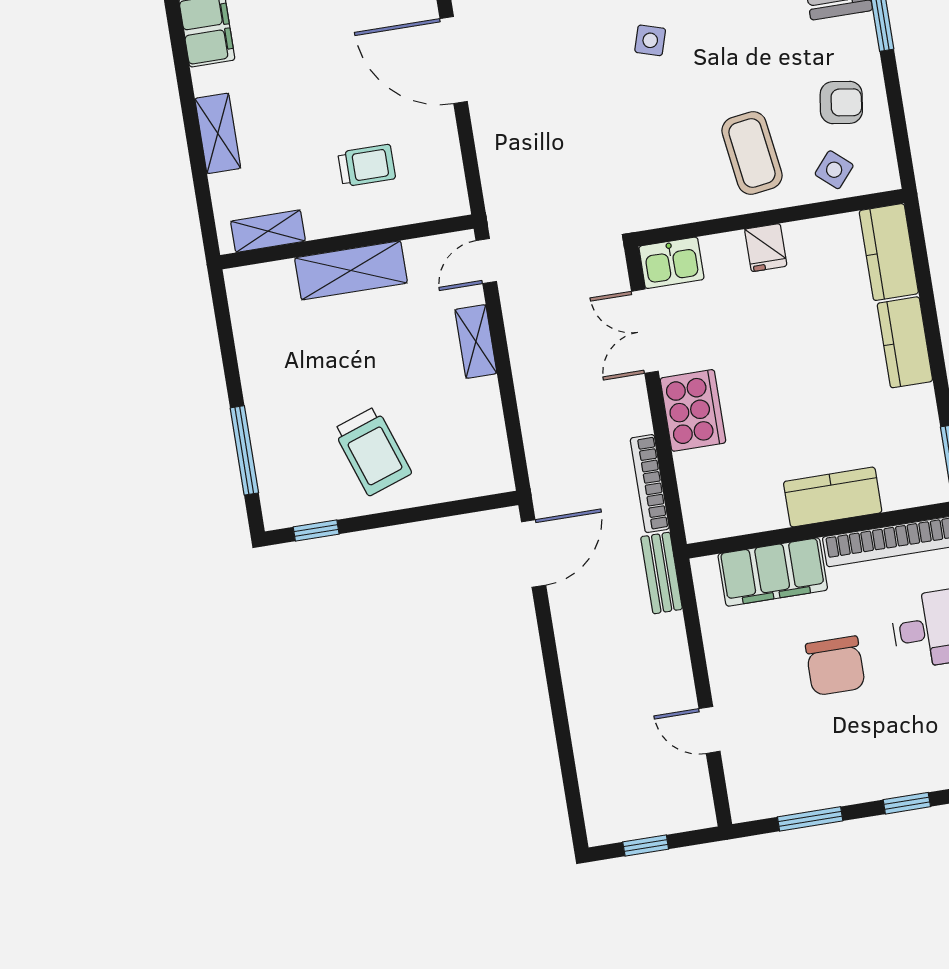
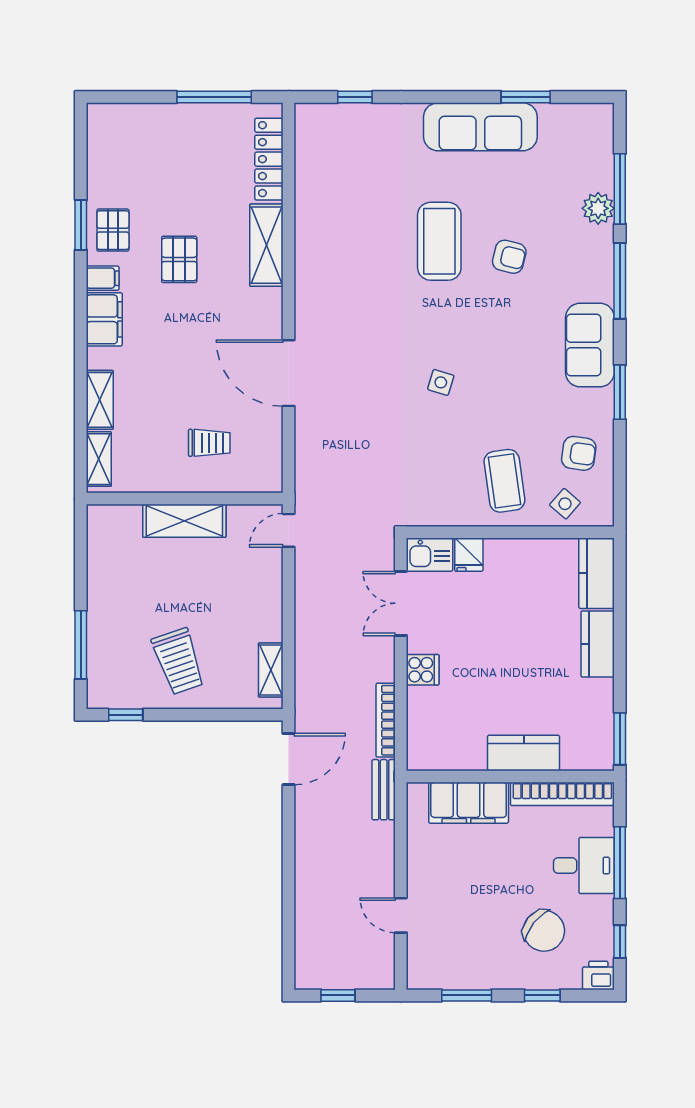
shelving: (268, 231) -> (99, 459), moved, turned 90
fridge: (766, 248) -> (469, 555), moved
shelving: (476, 341) -> (271, 670), moved
cooker: (693, 410) -> (423, 670), width x0.53, depth x0.76
chair: (835, 666) -> (544, 931), moved, turned -51

